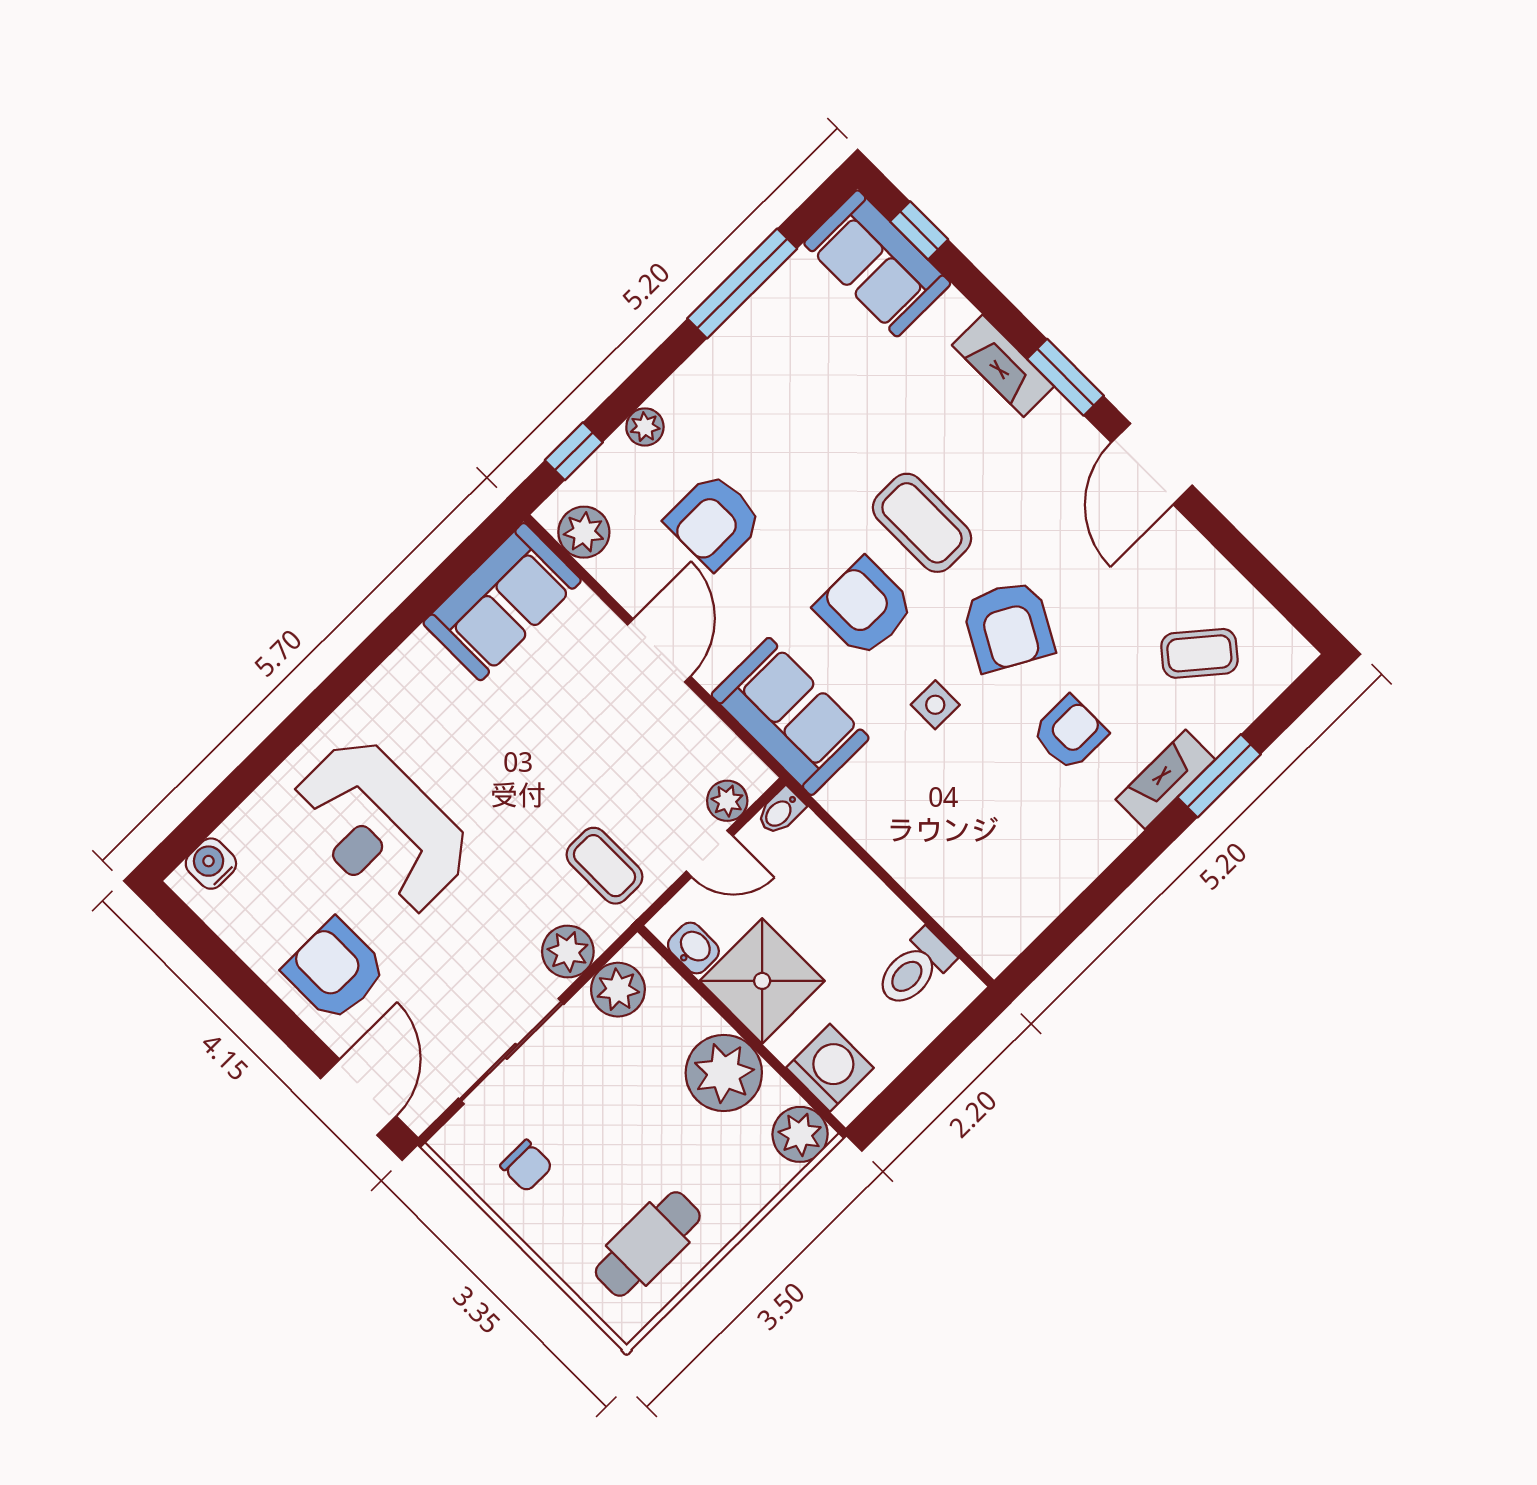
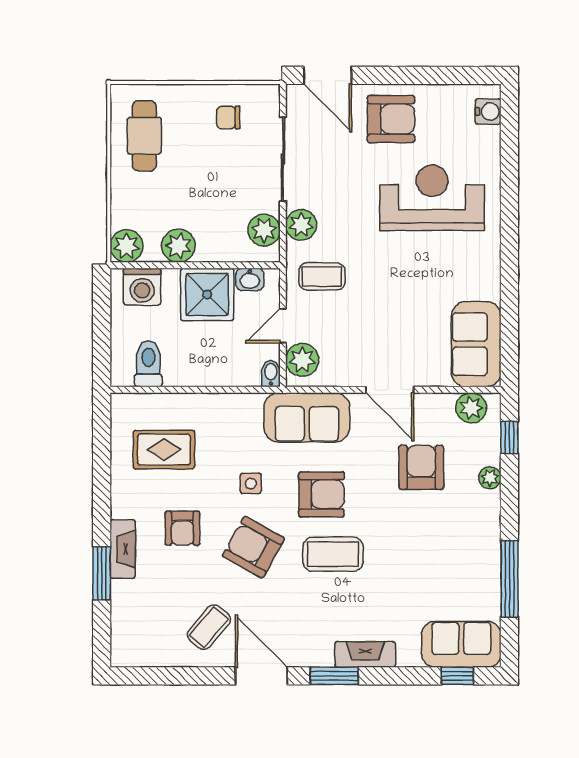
coffee table: (1199, 653) -> (209, 627), moved
plant: (727, 801) -> (302, 360), width x1.38, depth x1.38
rug: (998, 848) -> (164, 450), added
plant: (724, 1073) -> (178, 246), width x0.73, depth x0.73

